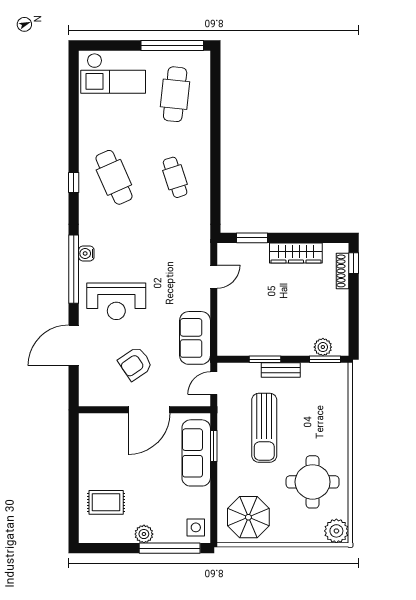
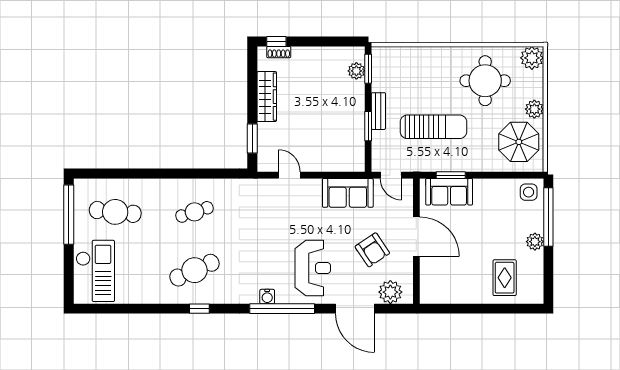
shoe rack: (343, 271) -> (279, 52), width x0.70
plant: (91, 383) -> (390, 292), added
sofa: (196, 453) -> (449, 192), width x0.73
plant: (283, 534) -> (534, 109), added

